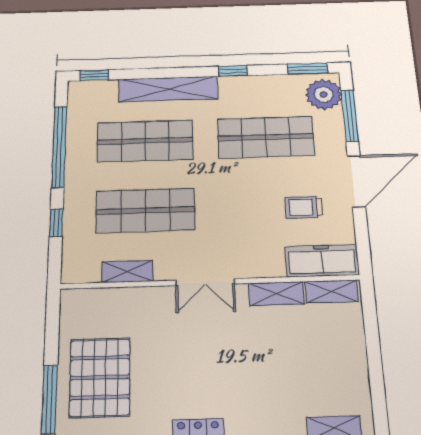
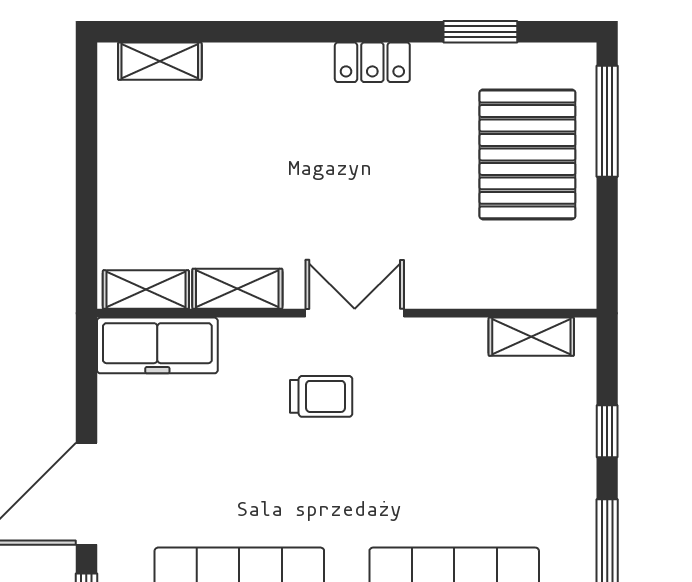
trolley: (304, 207) -> (321, 396), moved
shop shelf: (145, 211) -> (454, 449), removed
shelving: (127, 271) -> (531, 337), moved

